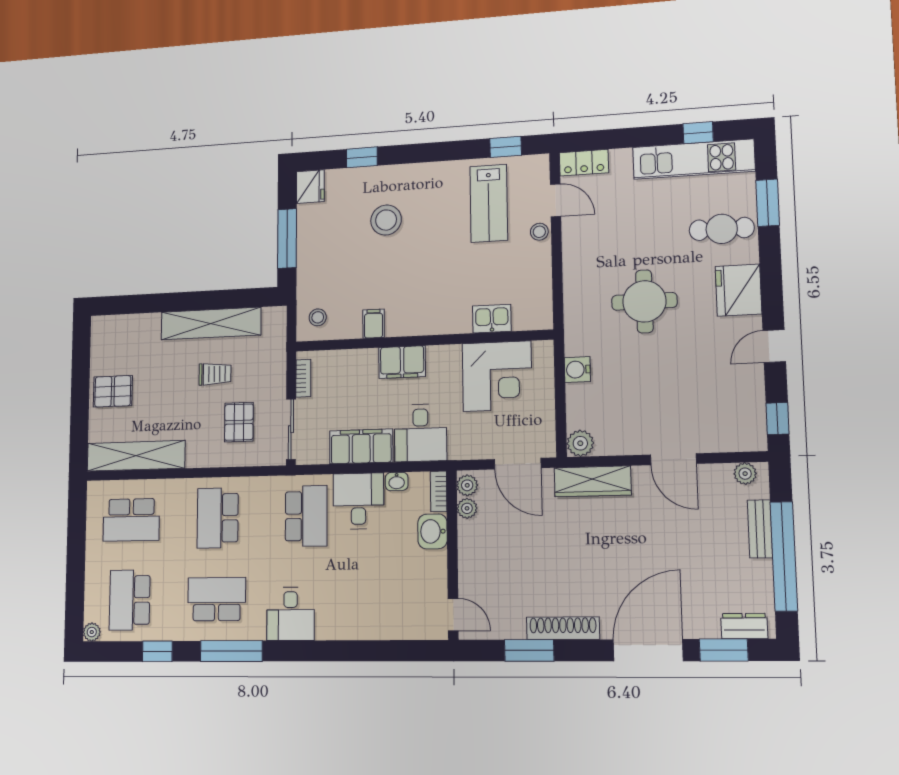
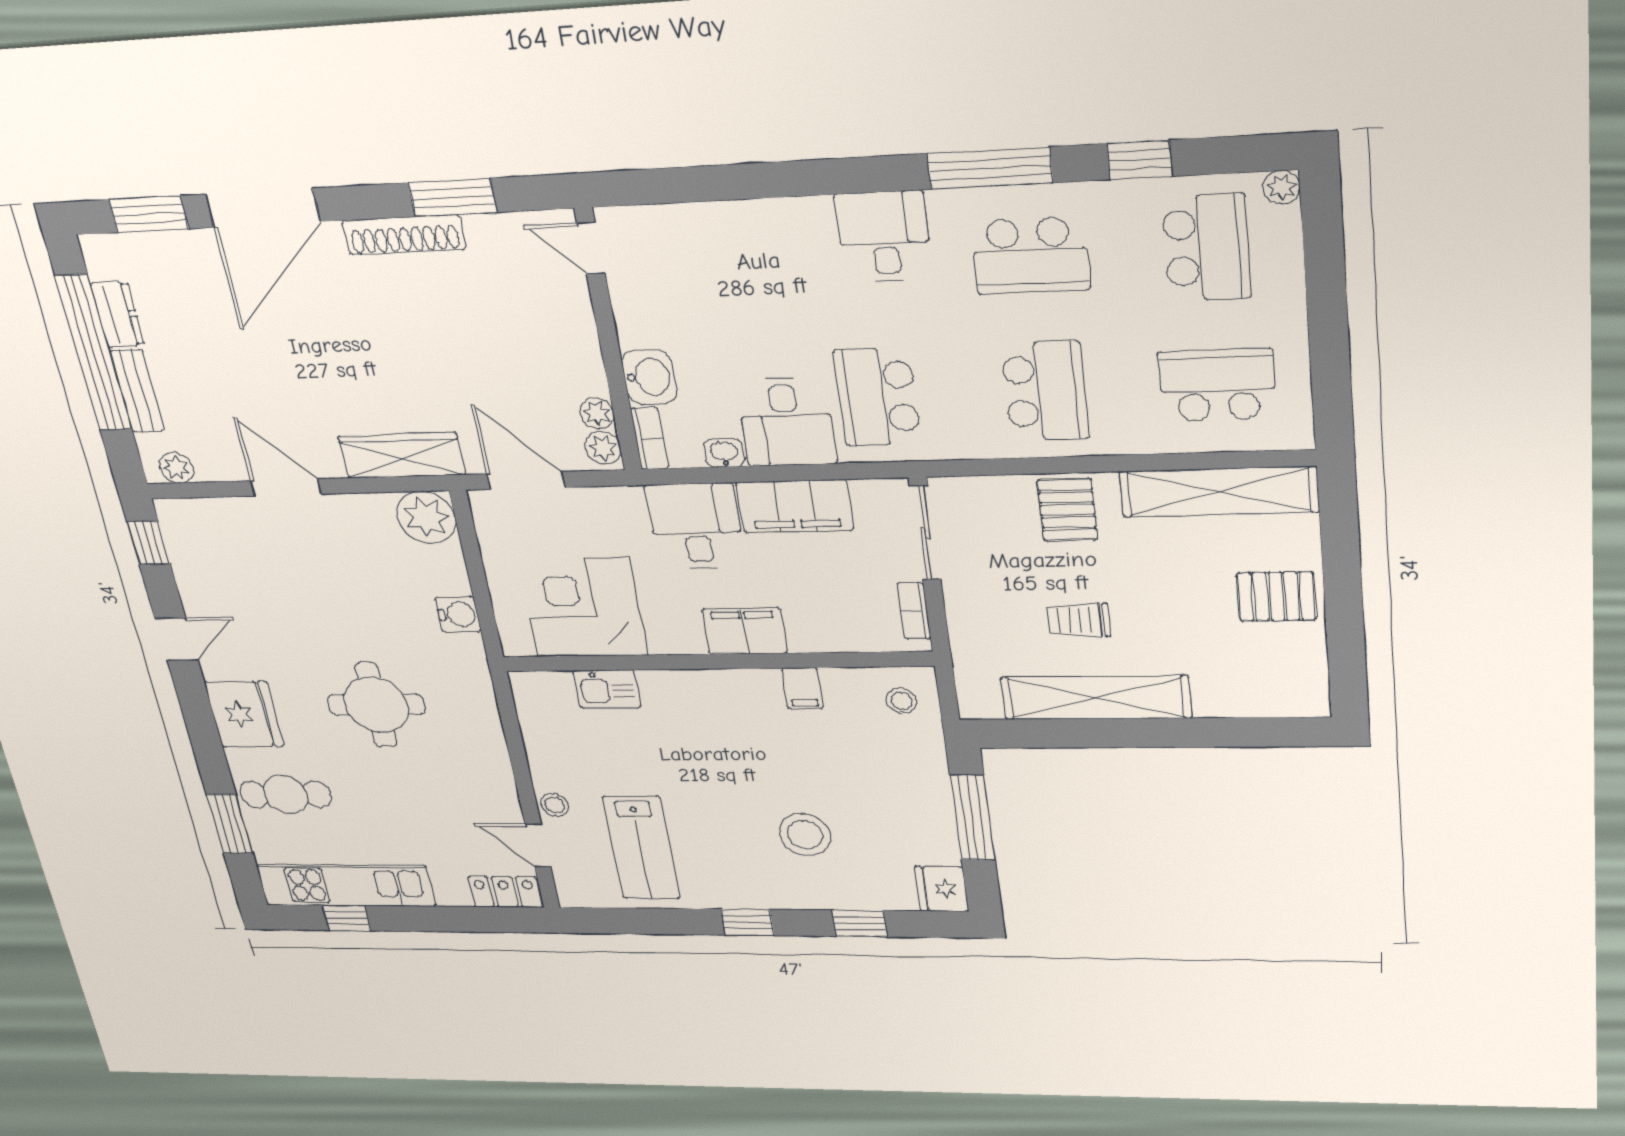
window: (506, 147) -> (748, 922), moved
lab bench: (489, 203) -> (641, 848), turned 180
pallet: (239, 422) -> (1067, 510), moved
plant: (580, 443) -> (426, 517), width x1.36, depth x1.36
dresser: (744, 626) -> (118, 314), moved, turned -90

